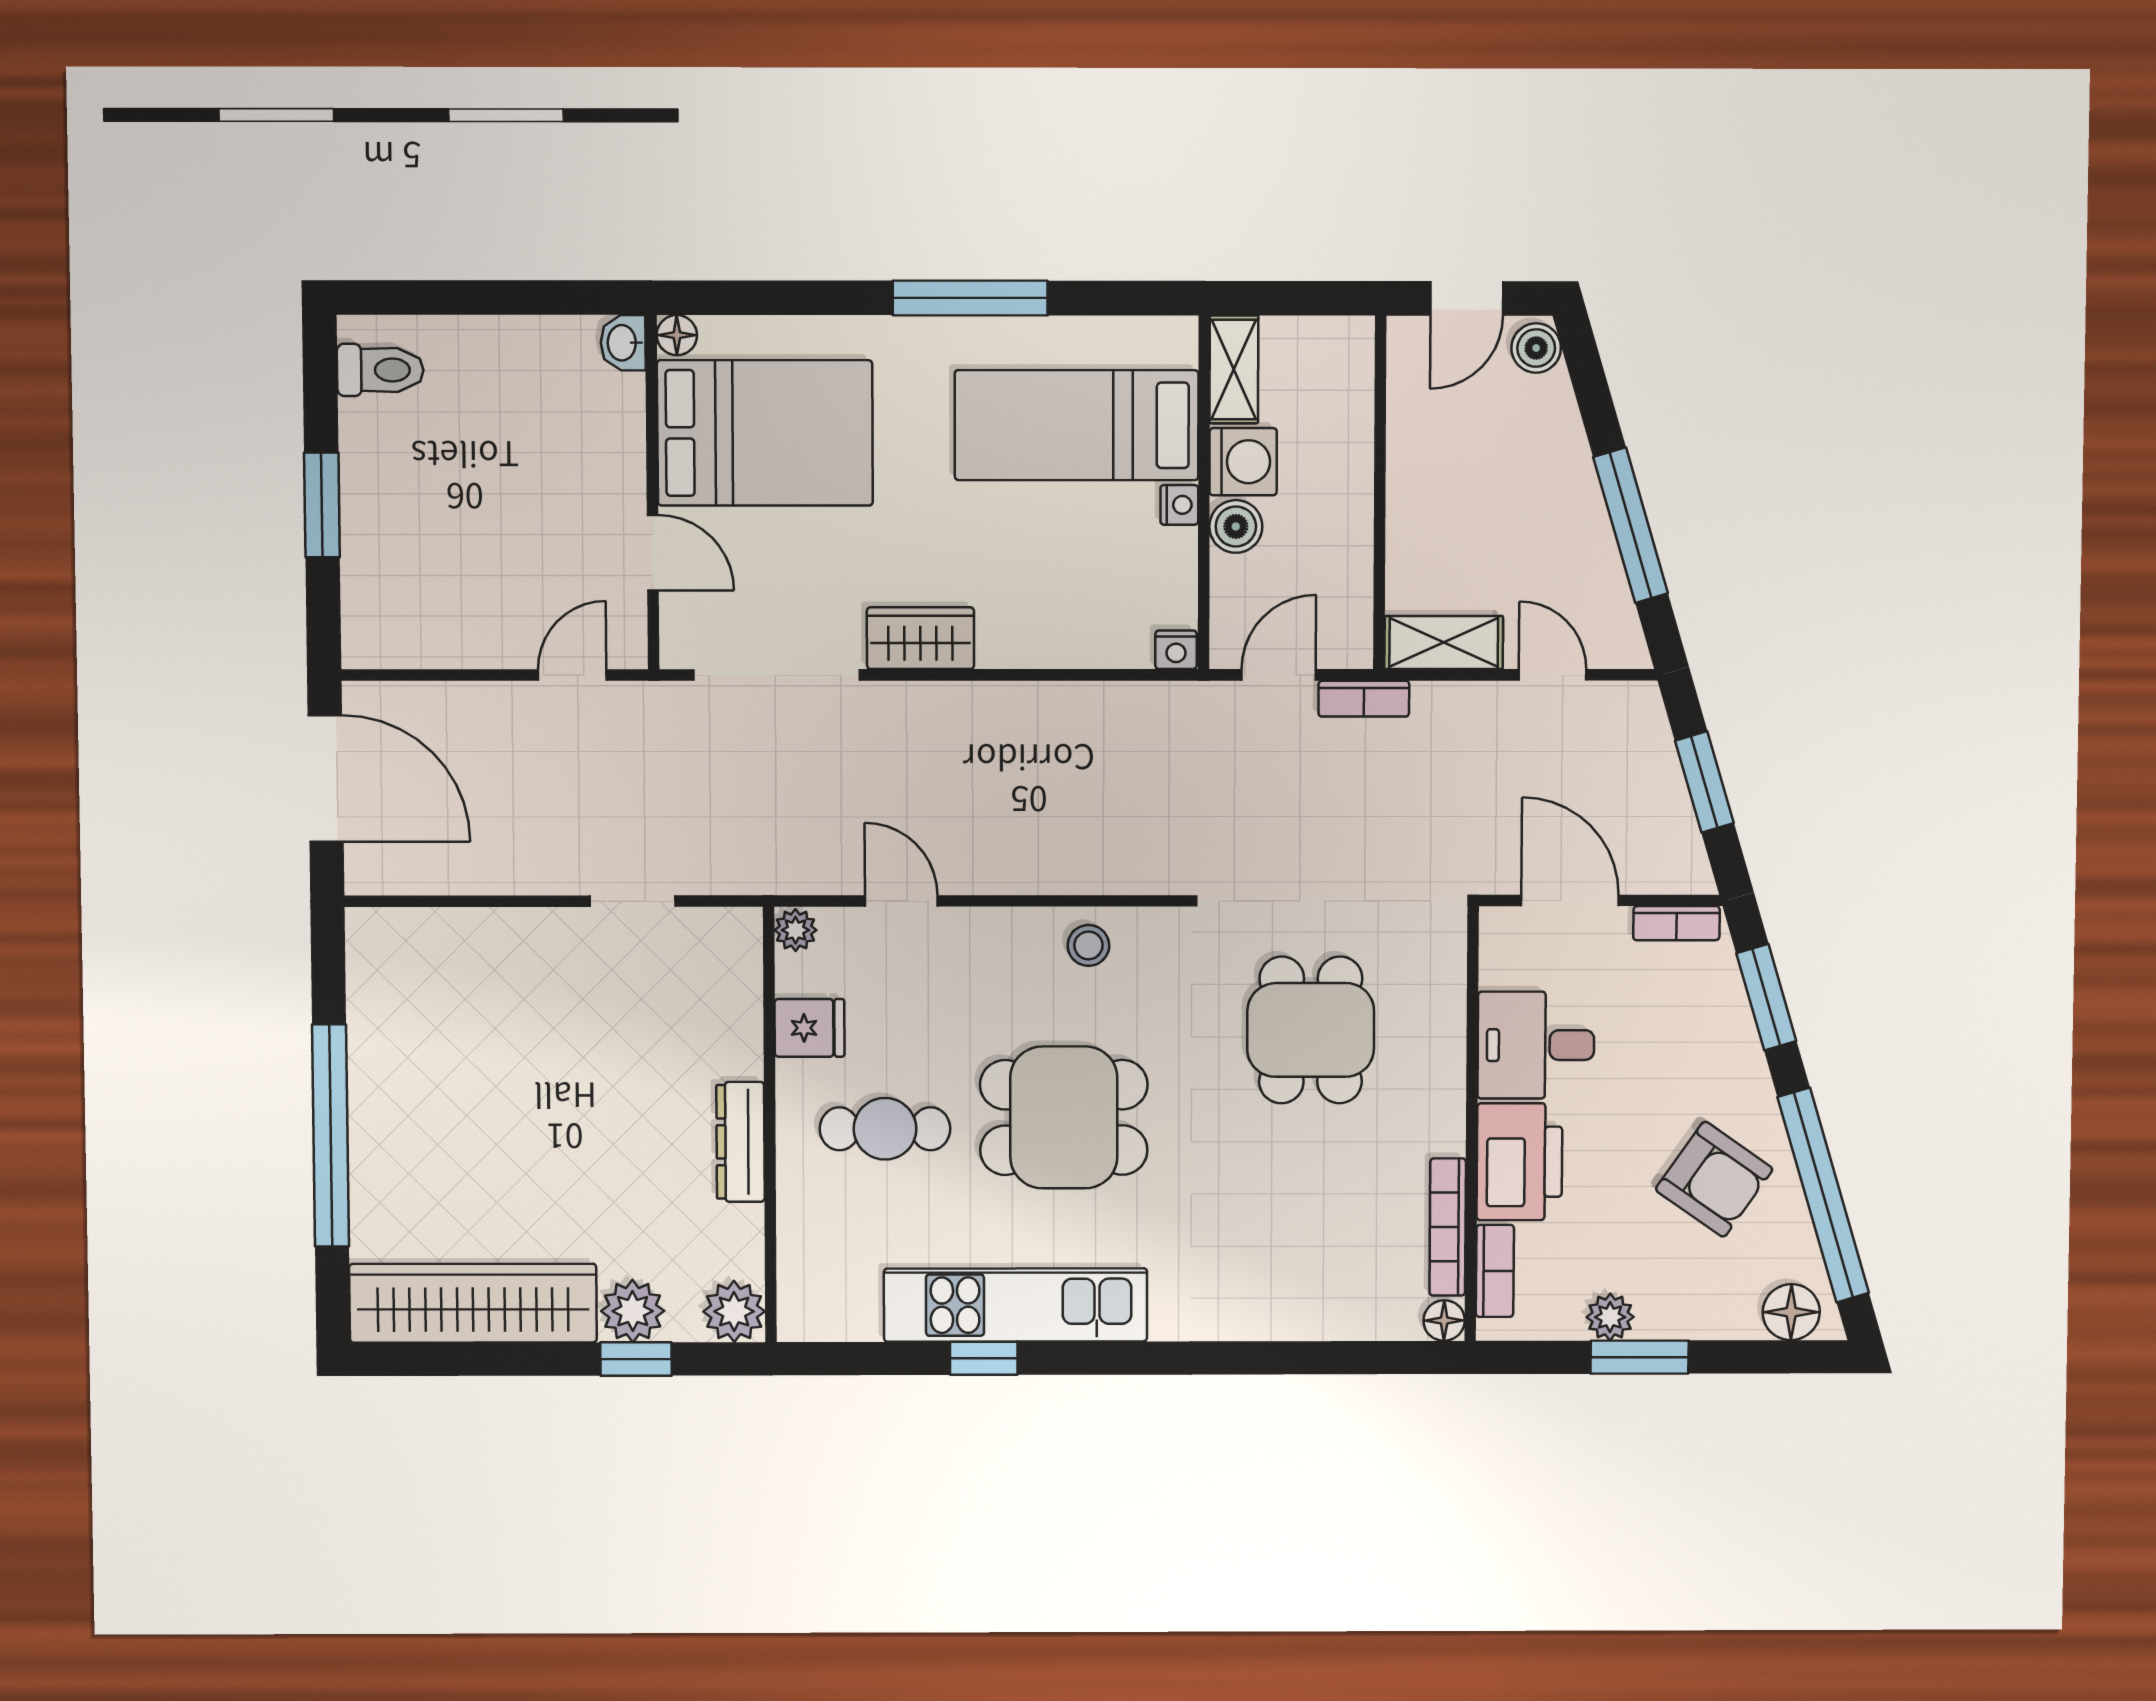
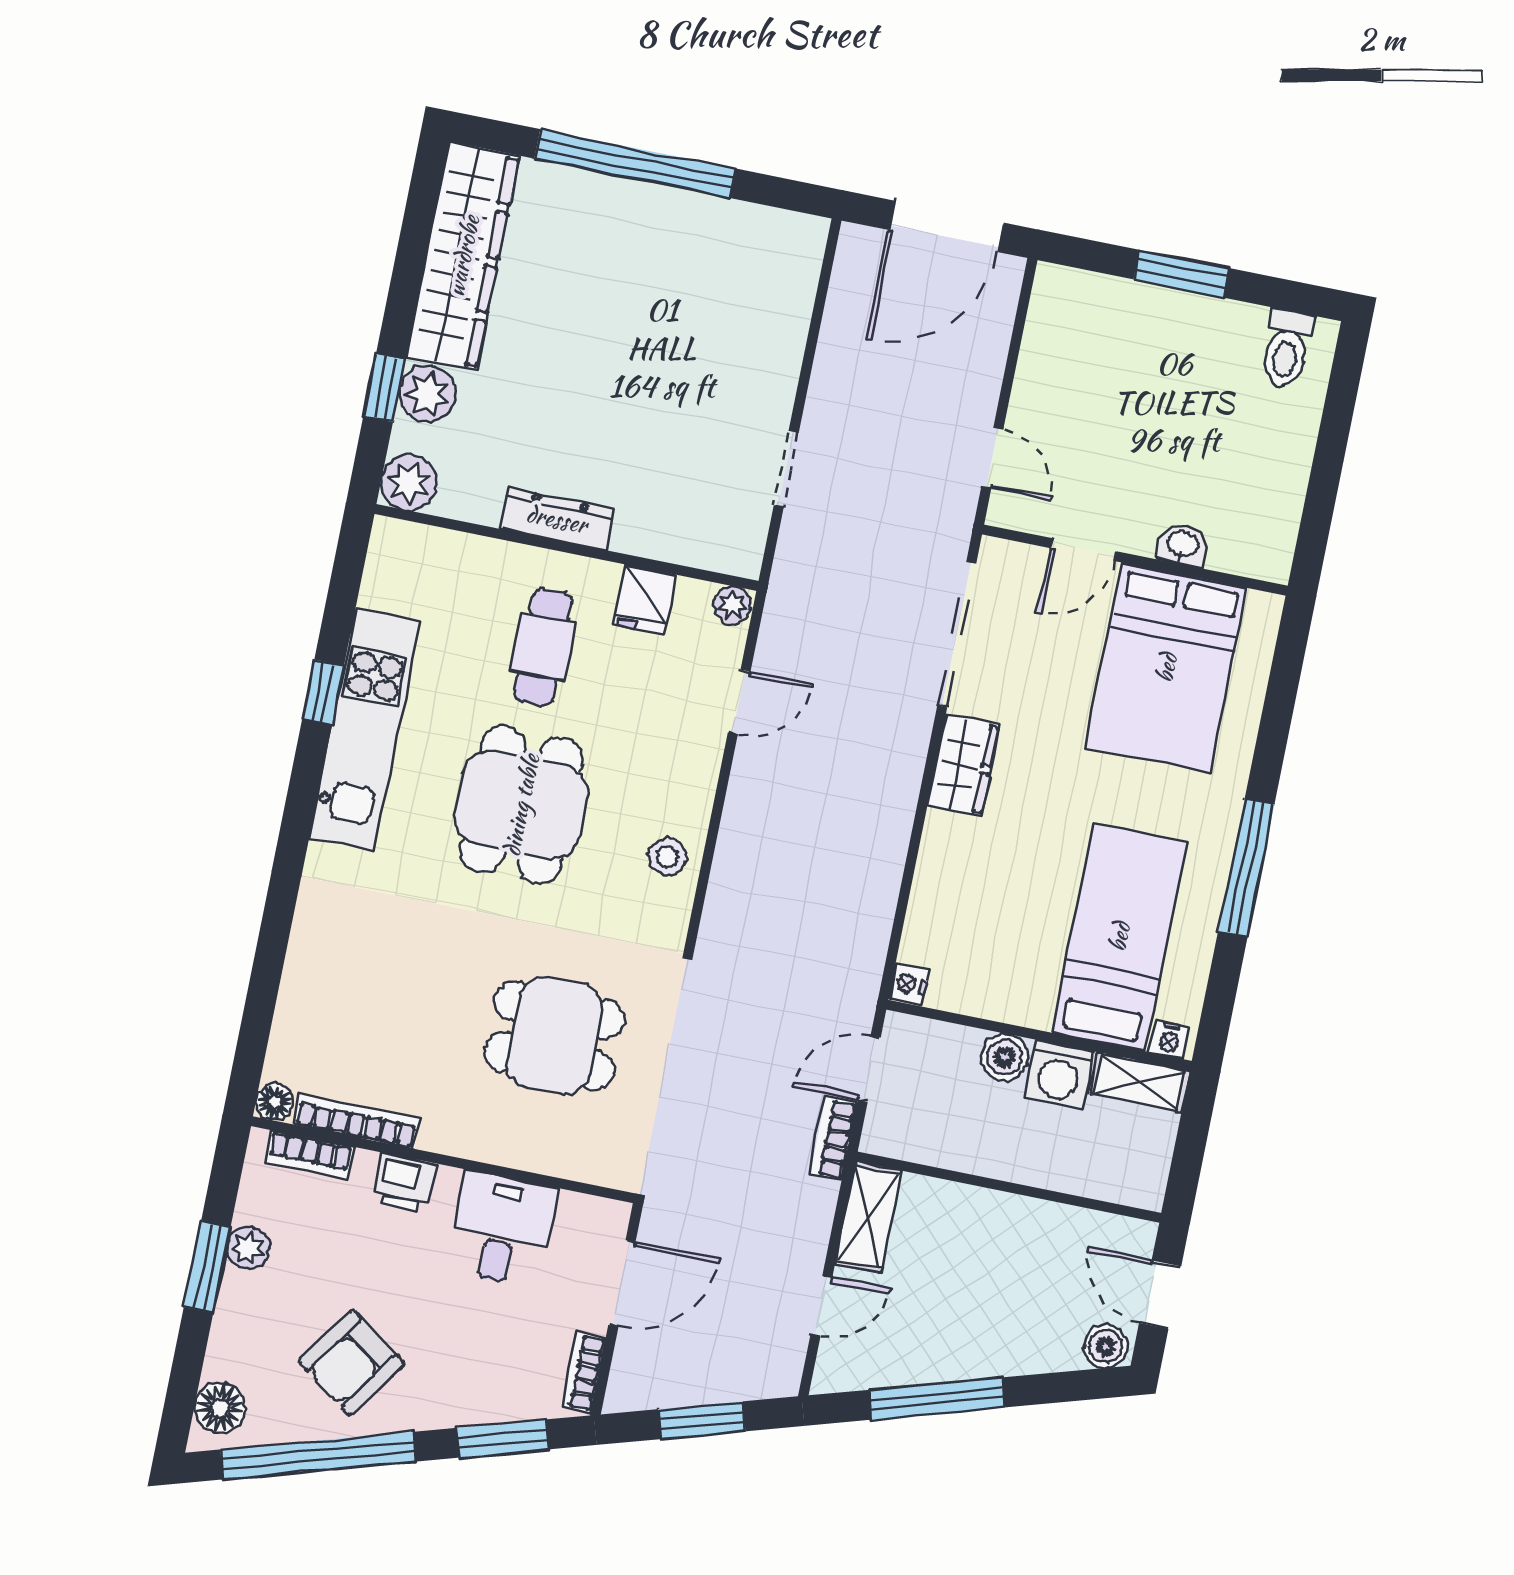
floor lamp: (677, 335) -> (1265, 609), removed
washbasin: (623, 343) -> (1183, 545), moved
nightstand: (1179, 505) -> (1170, 1040), moved
door: (1279, 675) -> (869, 1069), swing flipped
printer: (1519, 1162) -> (404, 1183), width x0.53, depth x0.68

